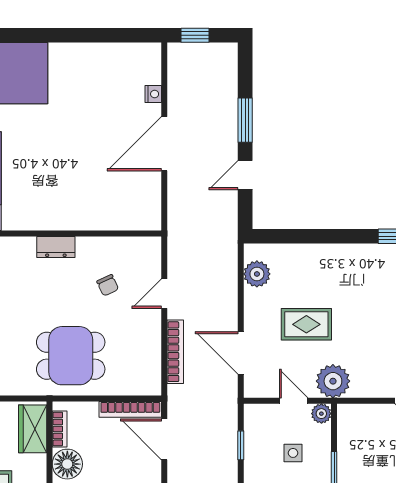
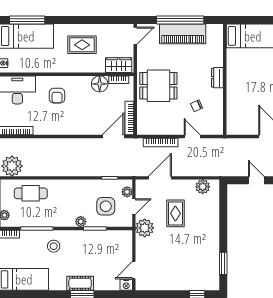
dining table: (71, 356) -> (158, 86), turned 90
plant: (321, 414) -> (127, 192), moved
side table: (293, 453) -> (106, 206), width x1.87, depth x1.87

